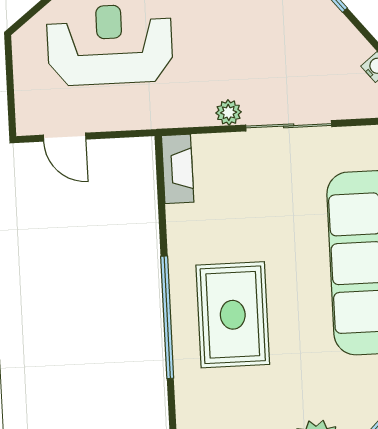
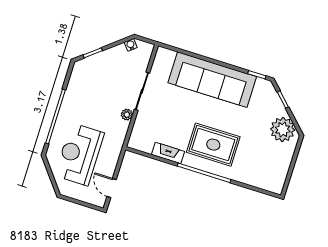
door: (65, 137) -> (112, 188), swing flipped
fireplace: (178, 169) -> (168, 153), moved

